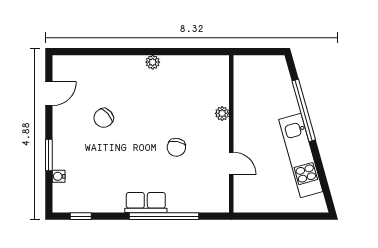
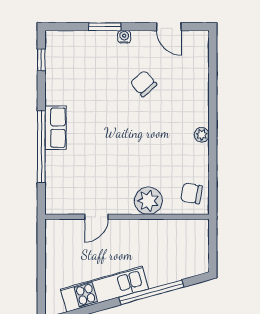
plant: (222, 113) -> (148, 201), width x1.88, depth x1.88
chair: (176, 147) -> (191, 193), moved
water cooler: (59, 176) -> (124, 37), moved

